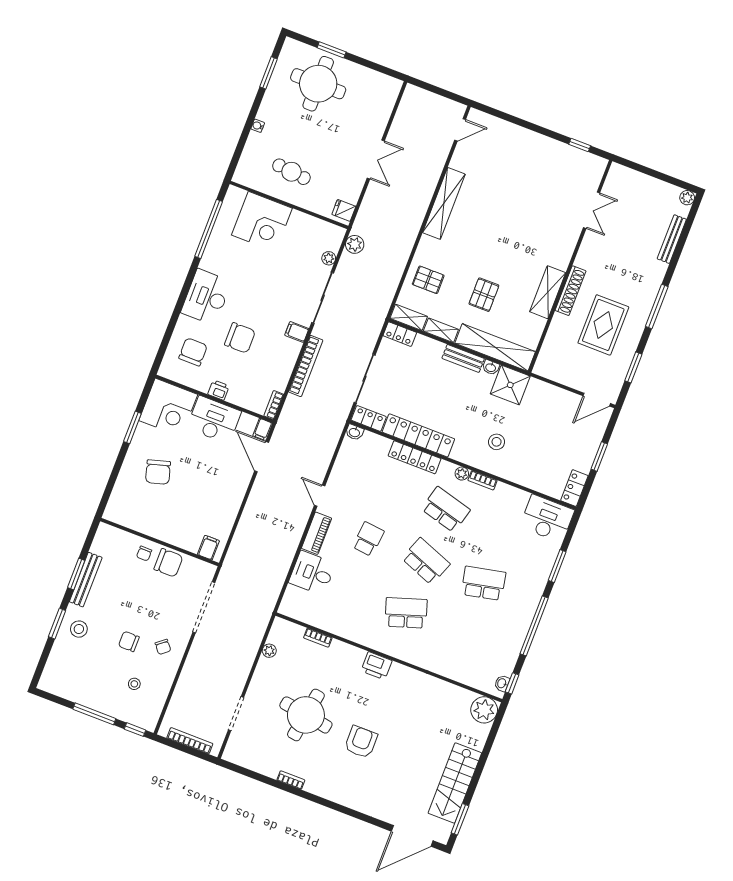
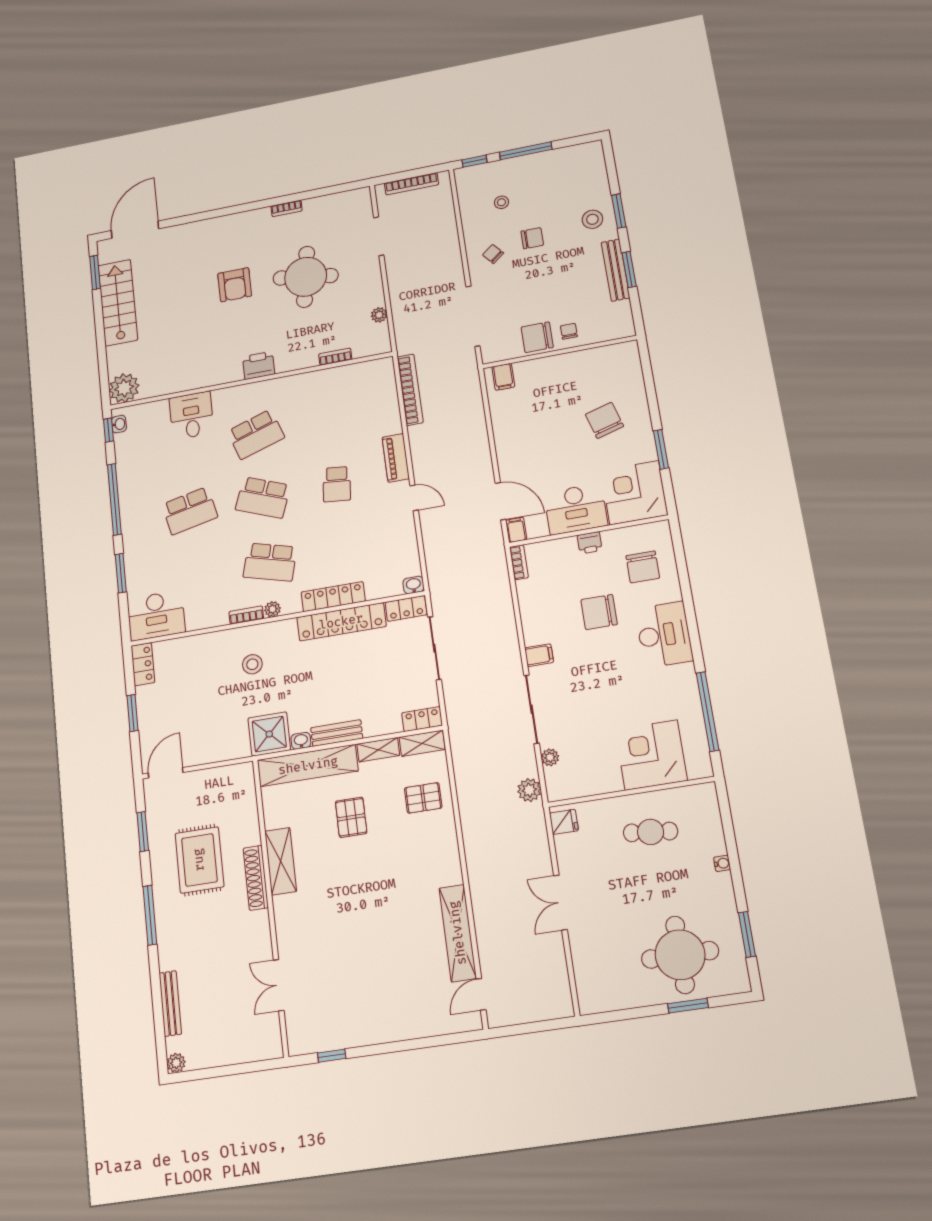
shelving: (444, 203) -> (458, 933), moved
bookcase: (306, 366) -> (410, 390), moved, turned 180
desk: (312, 573) -> (192, 415), moved, turned -90

